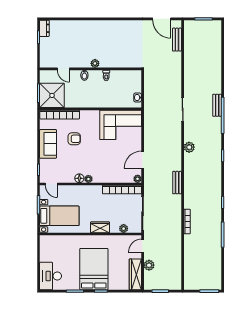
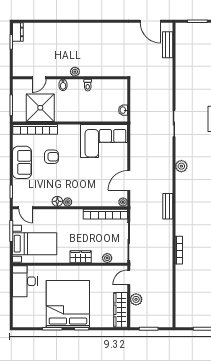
door: (63, 69) -> (39, 78), hinge flipped
shower: (52, 95) -> (40, 108), moved
bed: (94, 269) -> (68, 304), width x1.36
desk: (51, 276) -> (25, 281), moved

